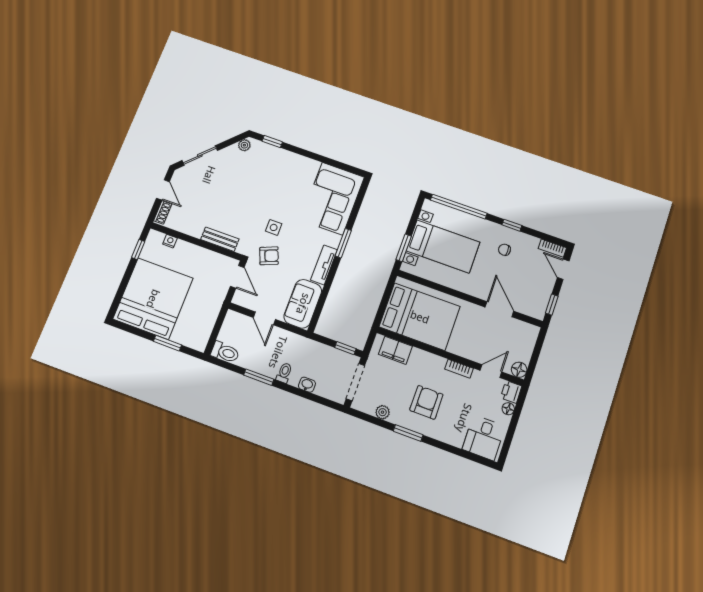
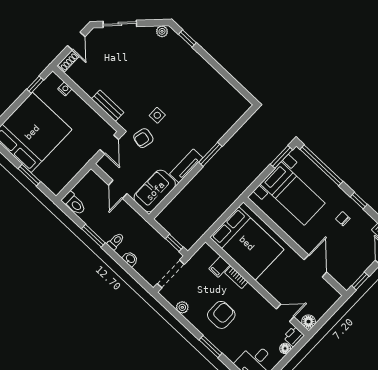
corner sofa: (332, 199) -> (218, 112), removed
window: (404, 248) -> (281, 157), moved
armchair: (269, 256) -> (143, 138), turned 125
filing cabinet: (395, 350) -> (219, 267), width x0.50
bookcase: (459, 369) -> (236, 277), moved
window: (408, 433) -> (211, 347), moved

